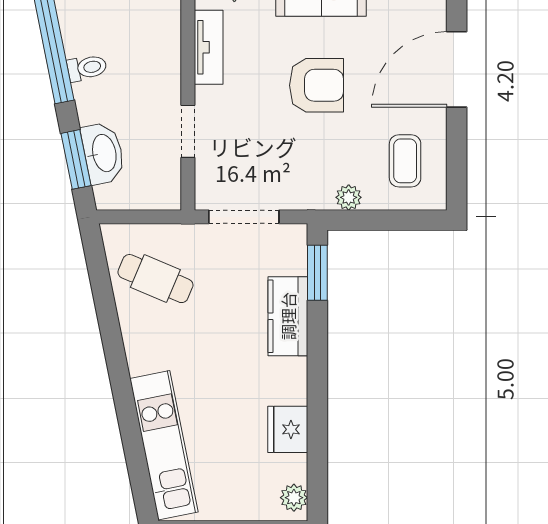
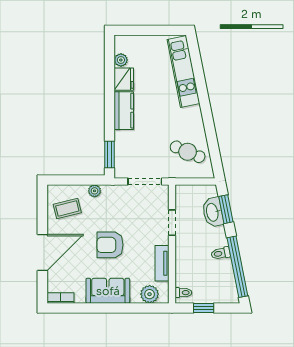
coffee table: (405, 161) -> (67, 209), turned 76
kitchen counter: (288, 316) -> (124, 111), moved
plant: (294, 498) -> (121, 60), moved

